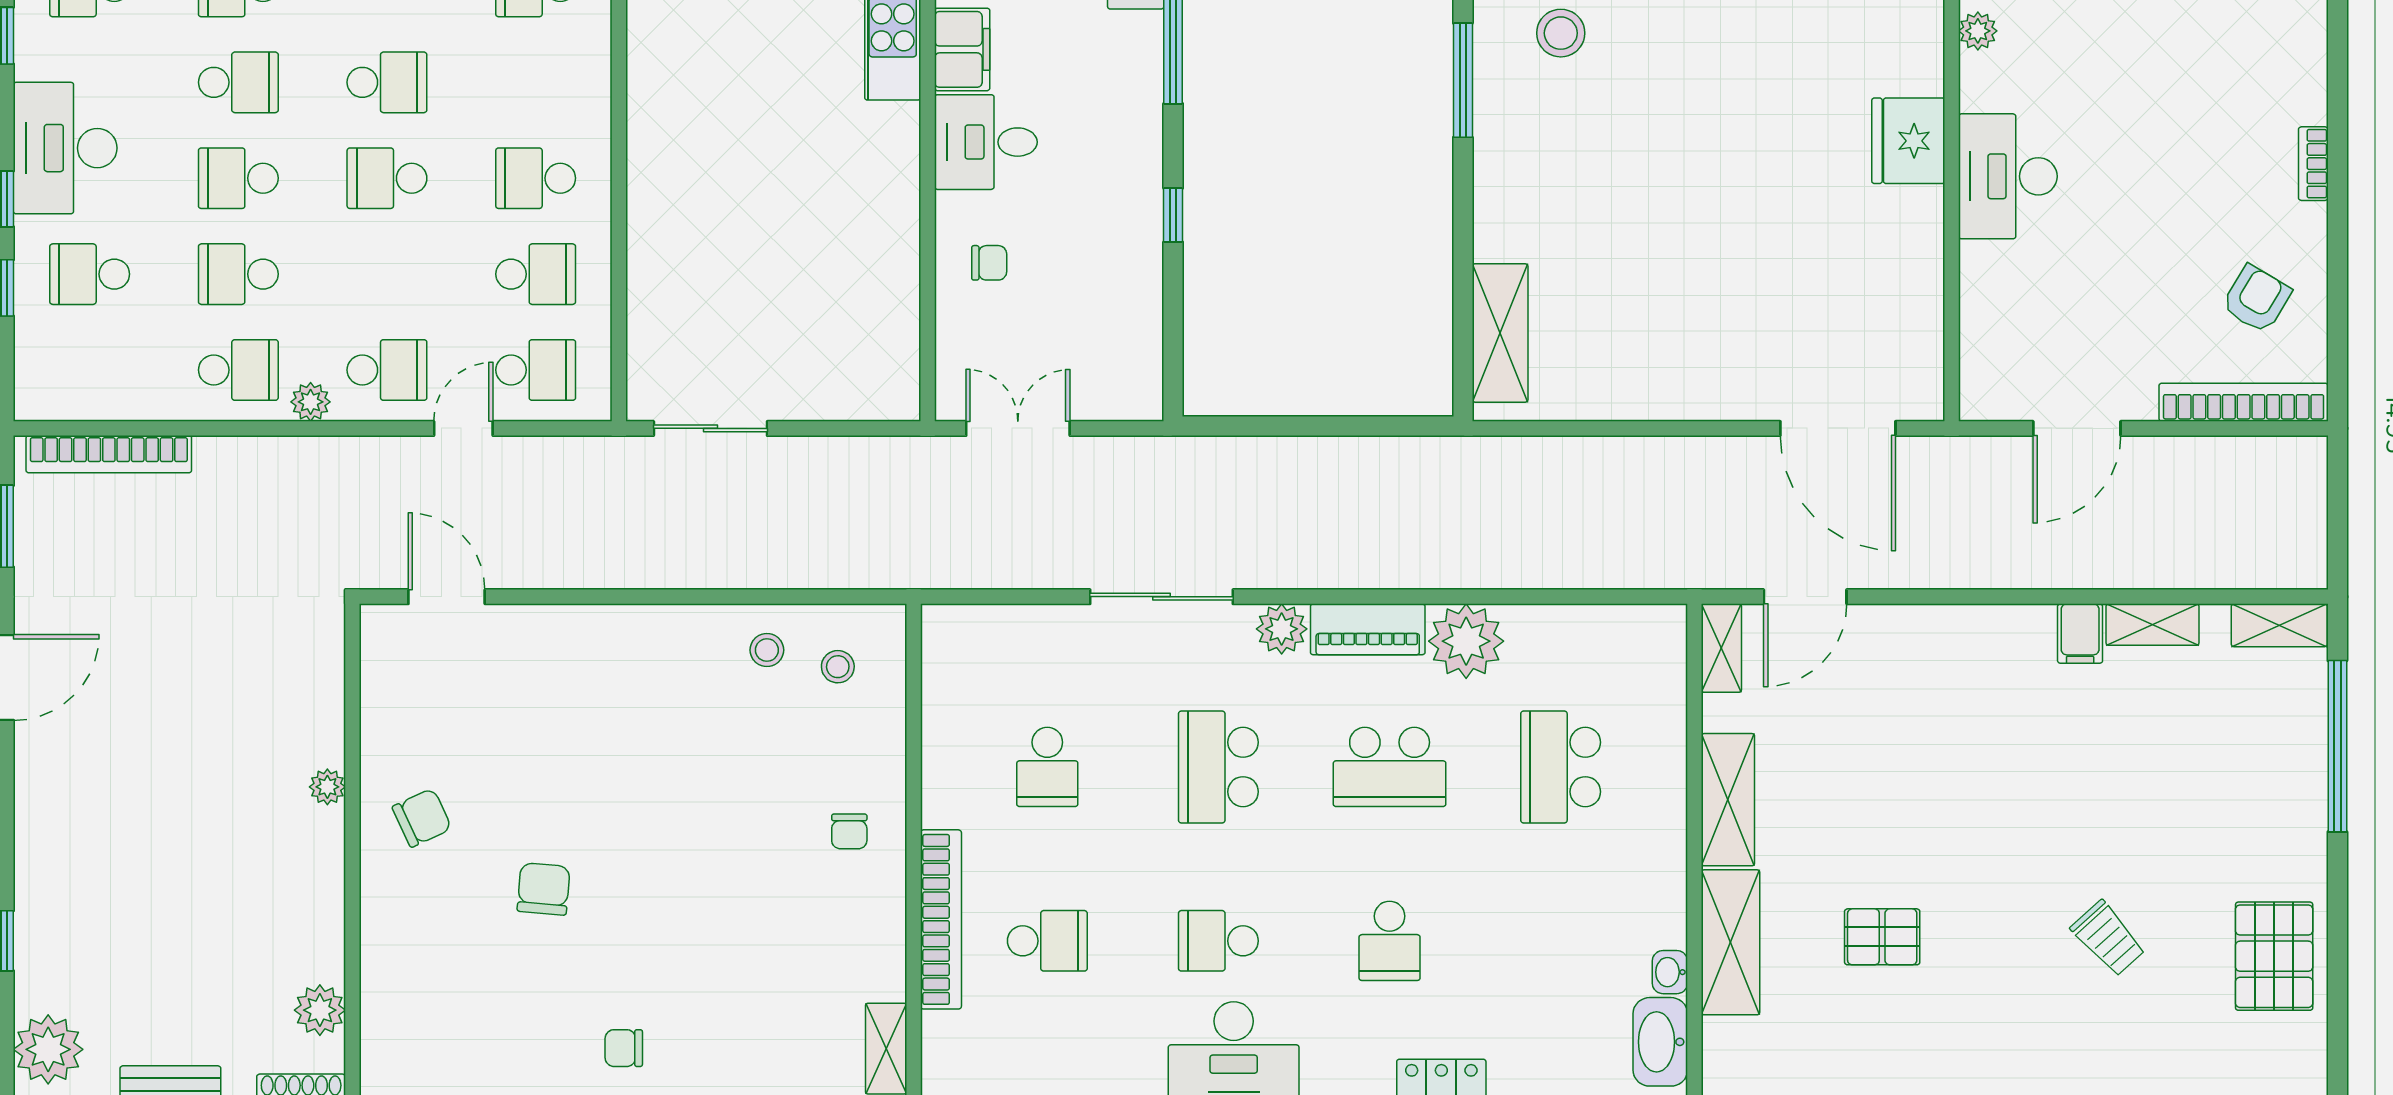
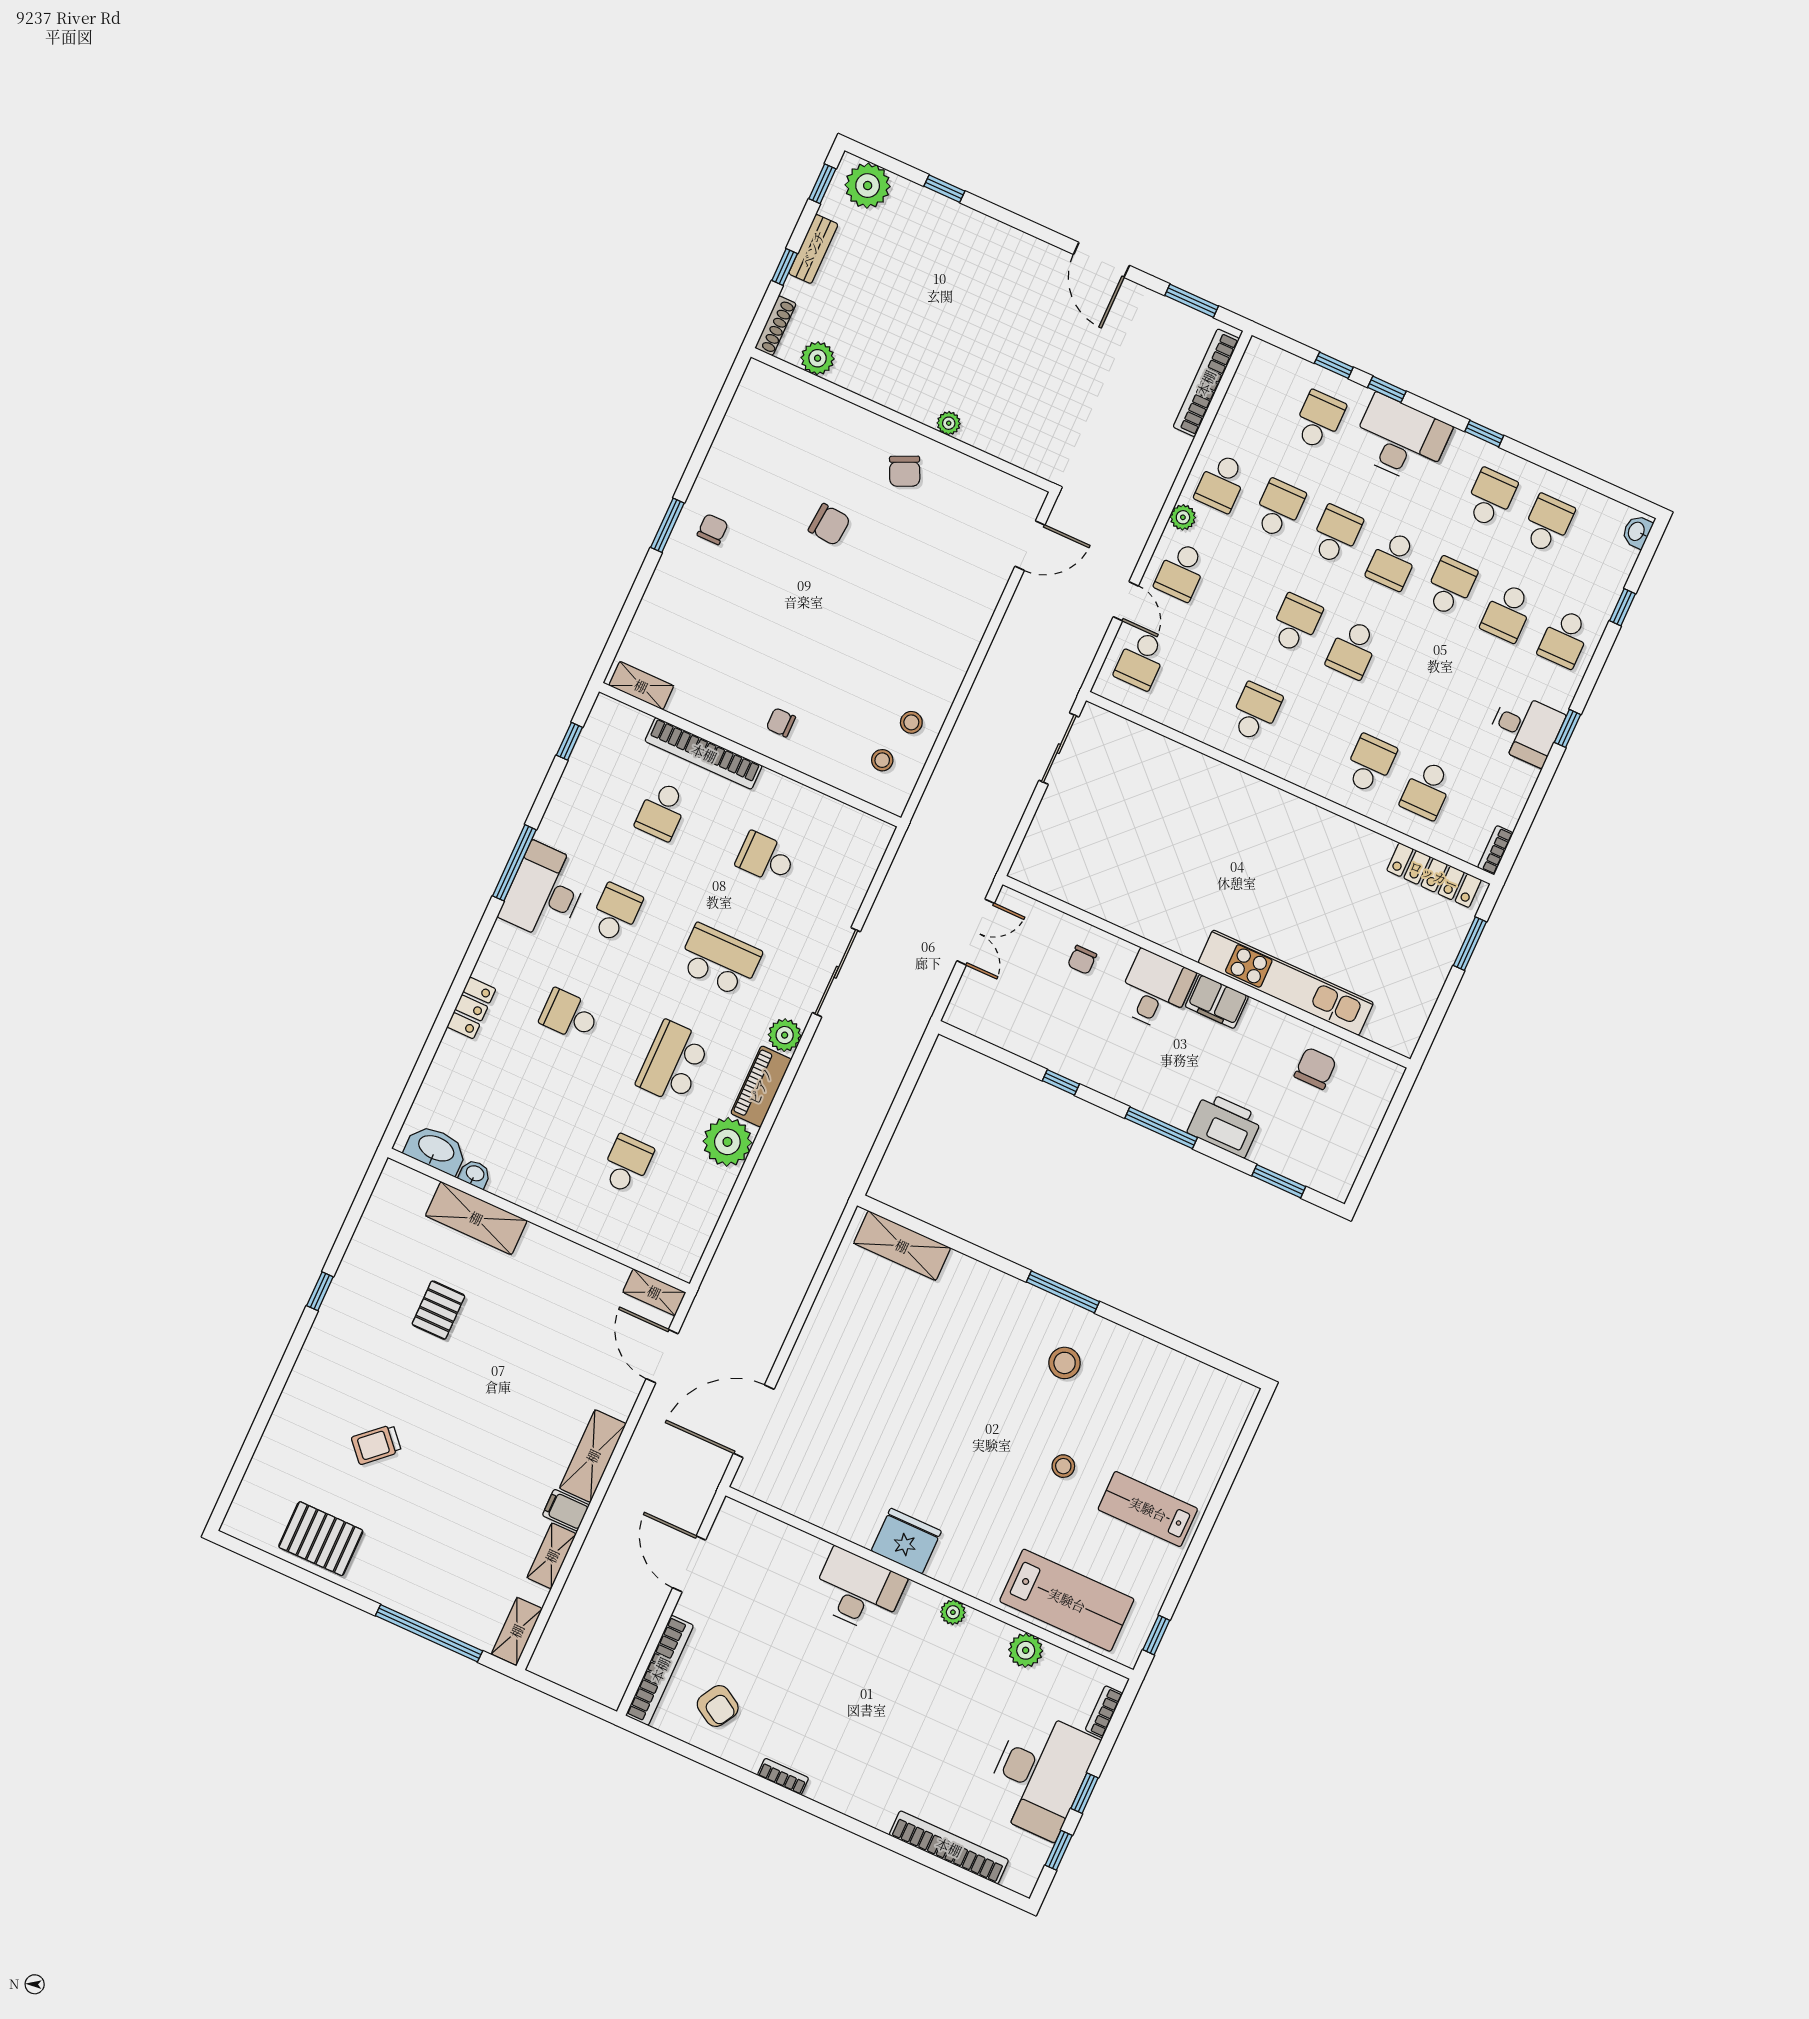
school desk: (536, 274) -> (1198, 686), removed
school desk: (1561, 767) -> (627, 1164), width x0.54
shelving: (1728, 800) -> (593, 1456), moved, turned 90

